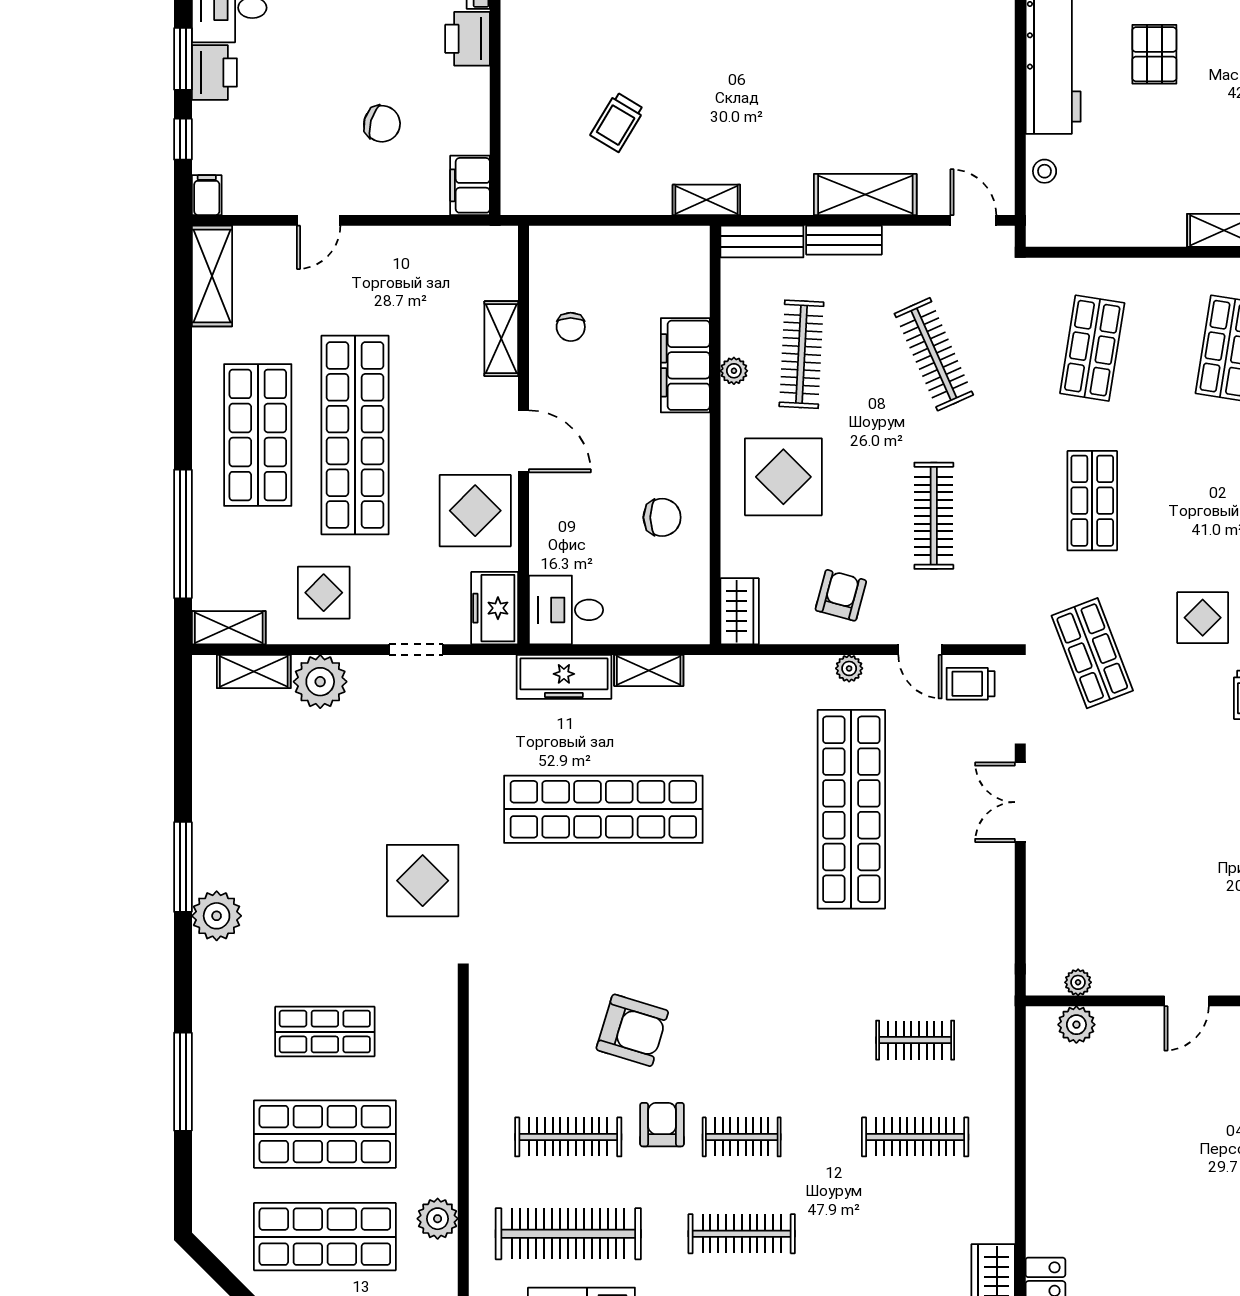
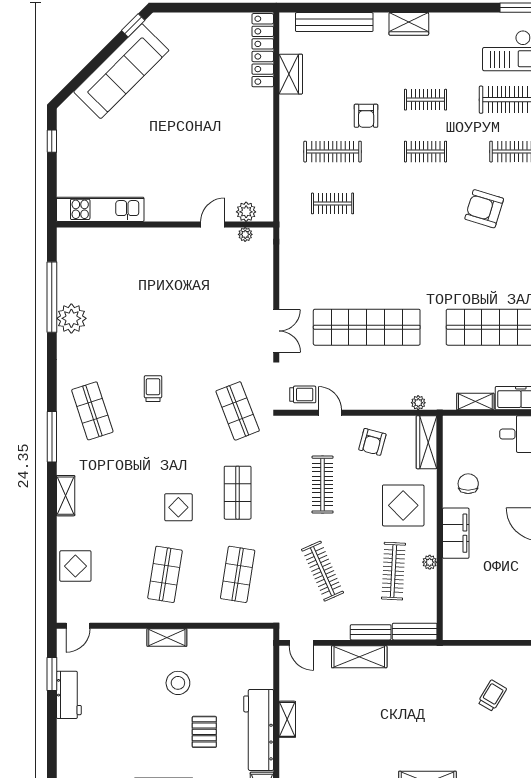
stool: (1045, 171) -> (178, 683), moved, width x1.89, depth x1.89
shelving: (706, 200) -> (287, 719), moved, turned 90
chair: (571, 327) -> (517, 586), removed
filing cabinet: (685, 365) -> (456, 533), moved
chair: (662, 517) -> (468, 484), turned 90
wardrobe: (740, 611) -> (427, 442), width x1.50
display table: (1203, 618) -> (178, 507), moved
plant: (849, 668) -> (418, 403), moved
shop shelf: (851, 809) -> (367, 327), turned 90
door: (1187, 1001) -> (213, 224), moved
armchair: (662, 1125) -> (366, 116), moved
clothes rail: (742, 1234) -> (426, 100), width x0.73

